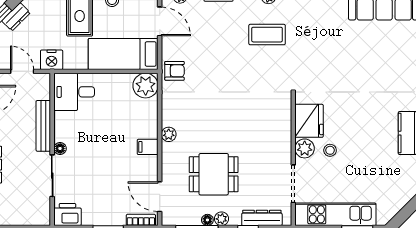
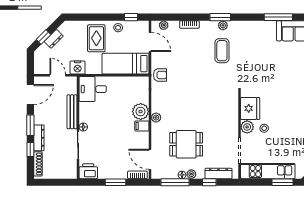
coffee table: (267, 35) -> (222, 51), turned 90
plant: (146, 86) -> (141, 111), moved

